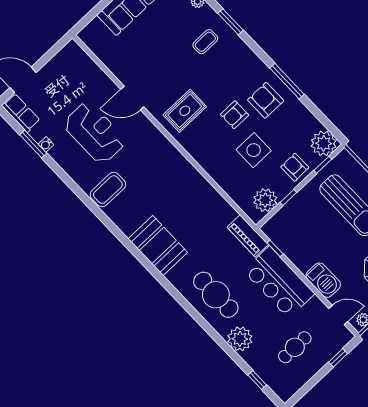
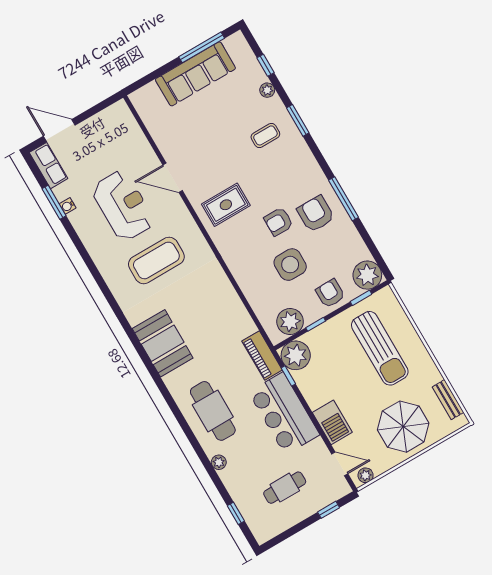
coffee table: (108, 190) -> (156, 260), moved, width x1.36, depth x1.32
plant: (277, 229) -> (296, 355), added
plant: (240, 339) -> (219, 462), width x0.53, depth x0.53

